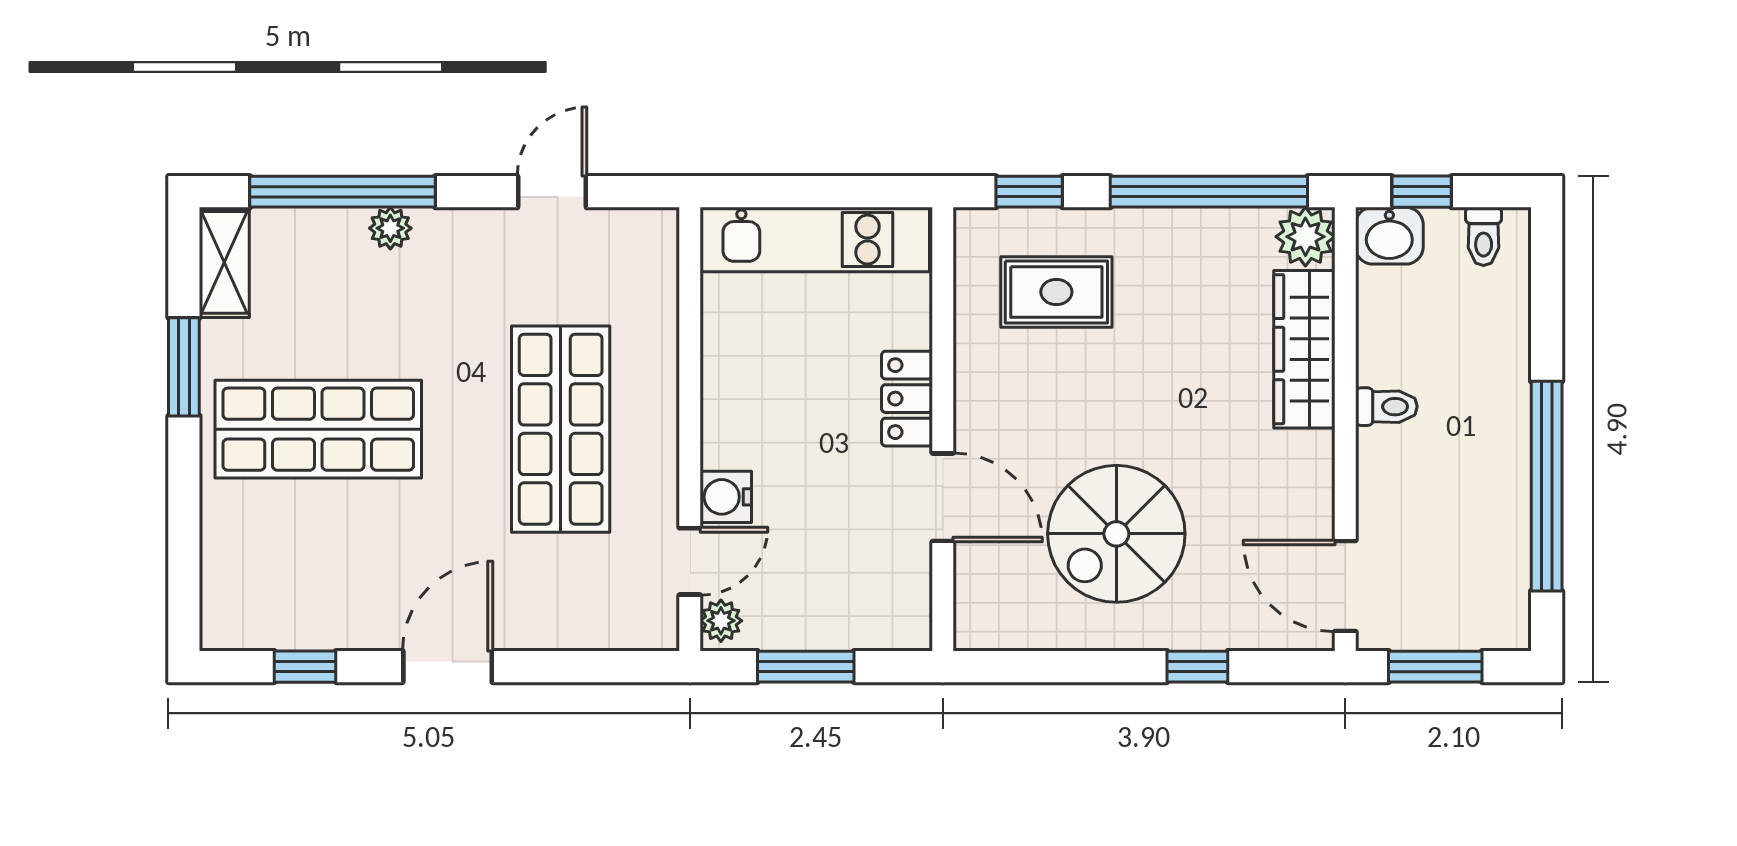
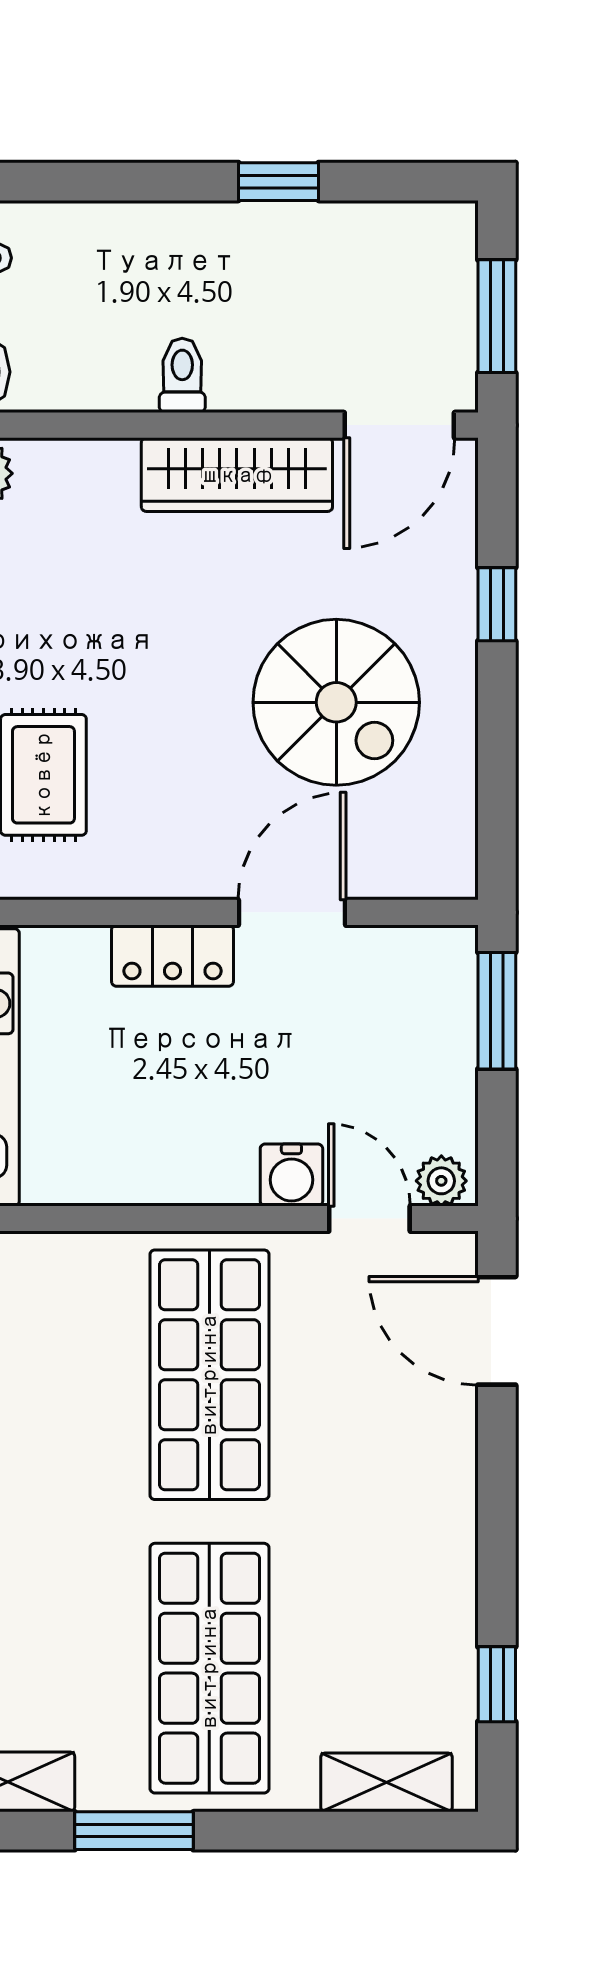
wardrobe: (1304, 349) -> (237, 475), moved
shop shelf: (561, 429) -> (209, 1375), turned 90
window: (1547, 486) -> (278, 182), width x0.32
shelving: (224, 575) -> (386, 1782), added
door: (448, 667) -> (497, 1331), moved
window: (806, 667) -> (497, 1011), moved

